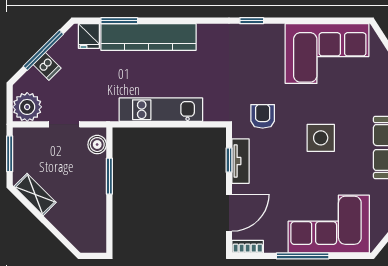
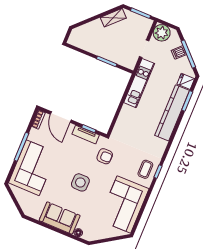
coffee table: (256, 42) -> (145, 169), added
kitchen unit: (161, 110) -> (139, 83), moved
boiler: (97, 145) -> (126, 62), removed

